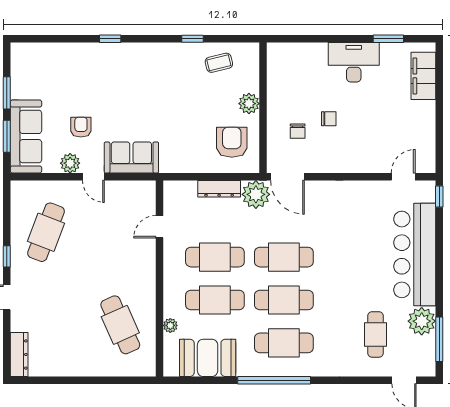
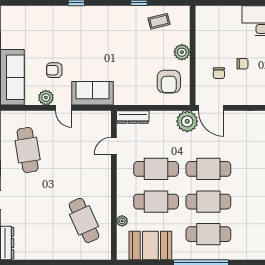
armchair: (81, 127) -> (54, 70), turned -90
armchair: (232, 142) -> (169, 82), turned 180
dresser: (219, 189) -> (133, 117), moved
cafe table: (46, 232) -> (28, 150), turned -30

